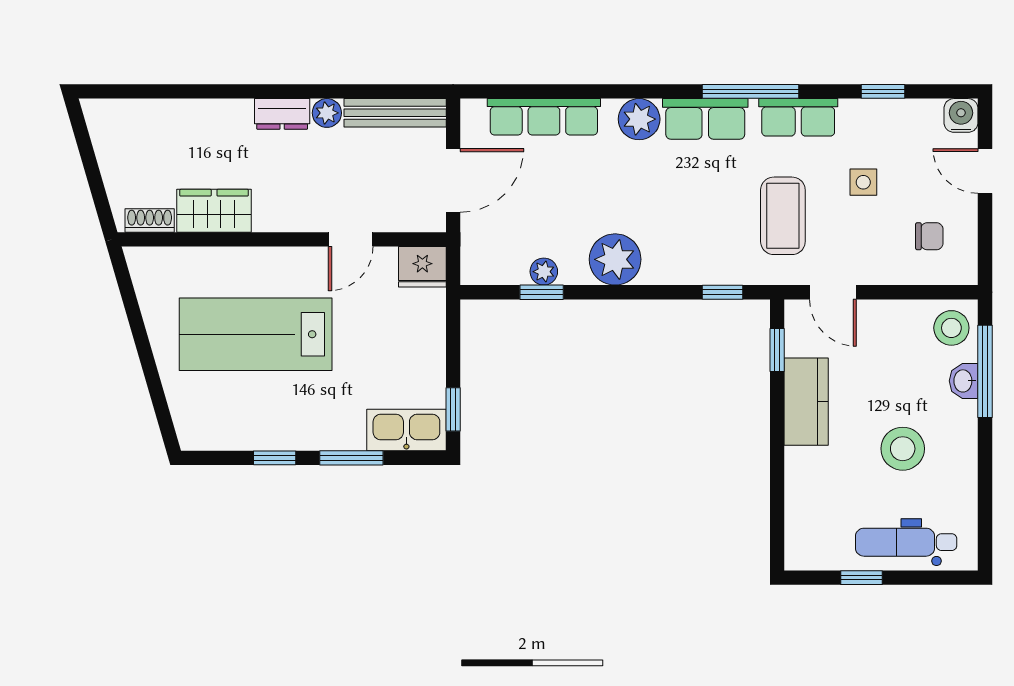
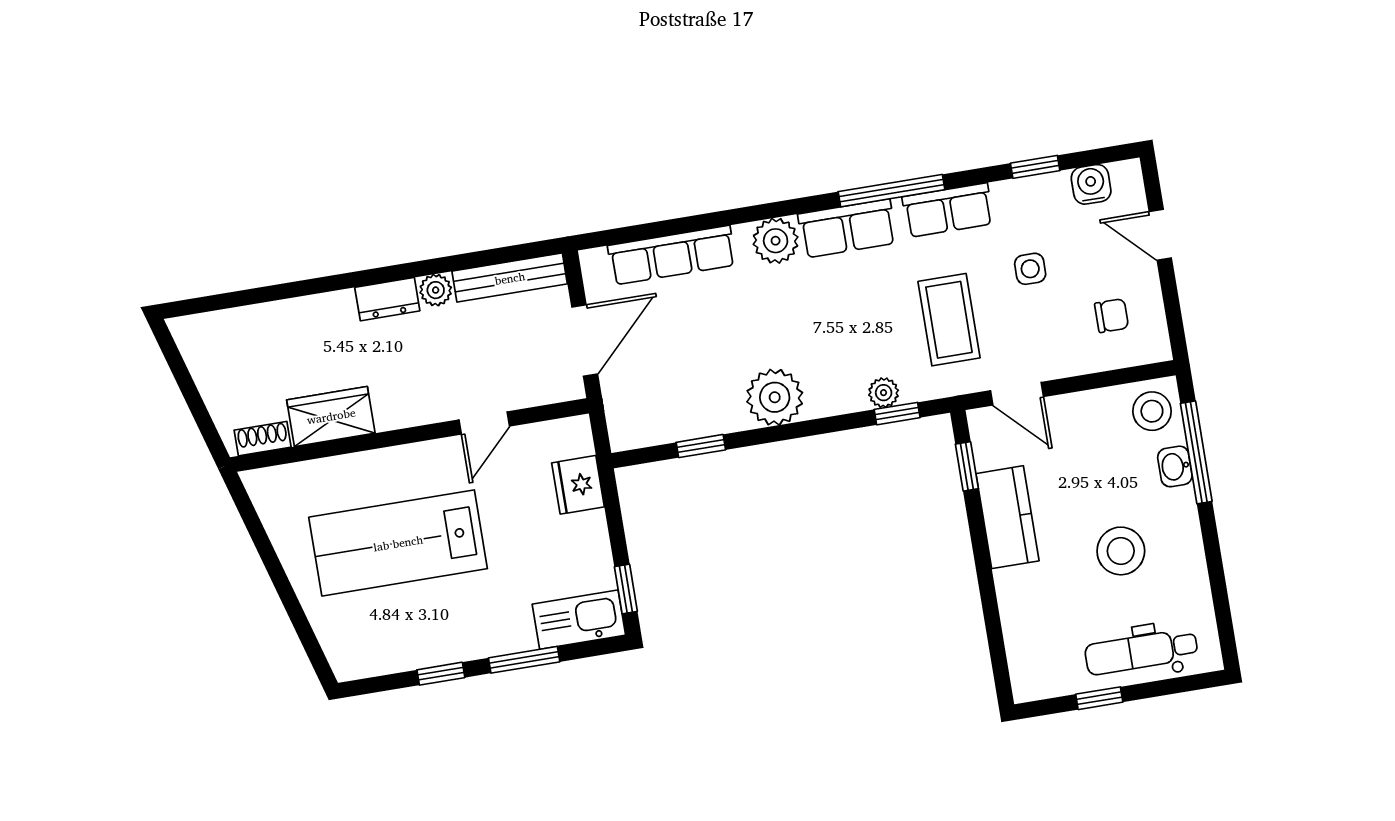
water cooler: (961, 115) -> (1091, 184), moved
fridge: (422, 267) -> (578, 485), moved, turned 90
plant: (544, 272) -> (884, 393), moved

